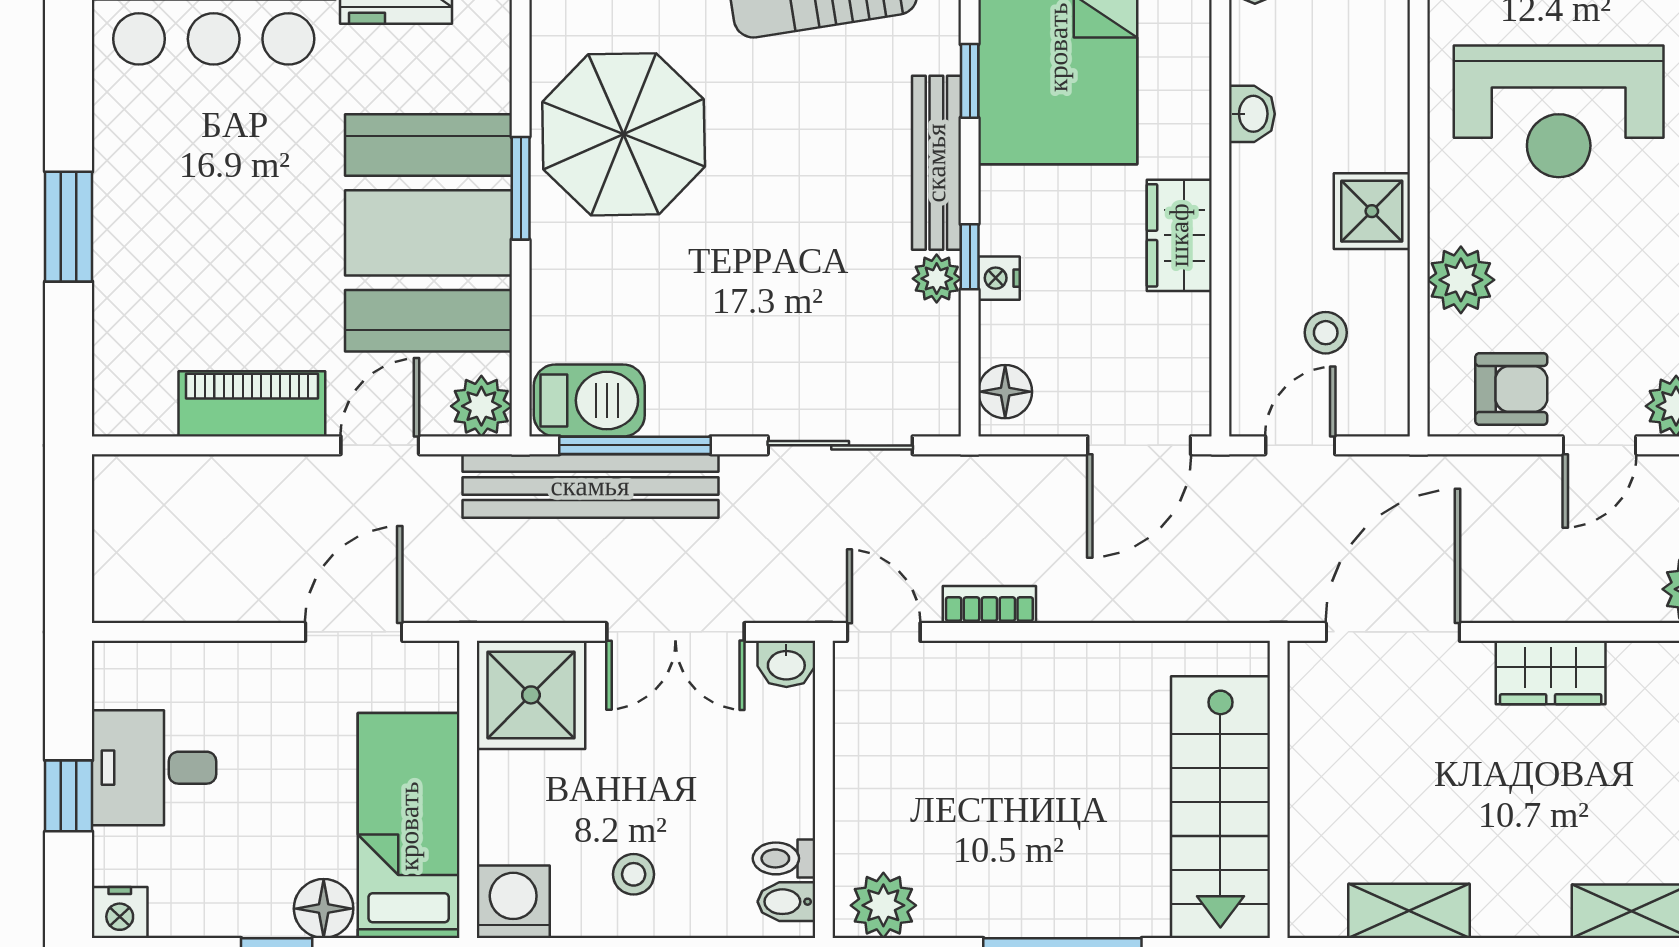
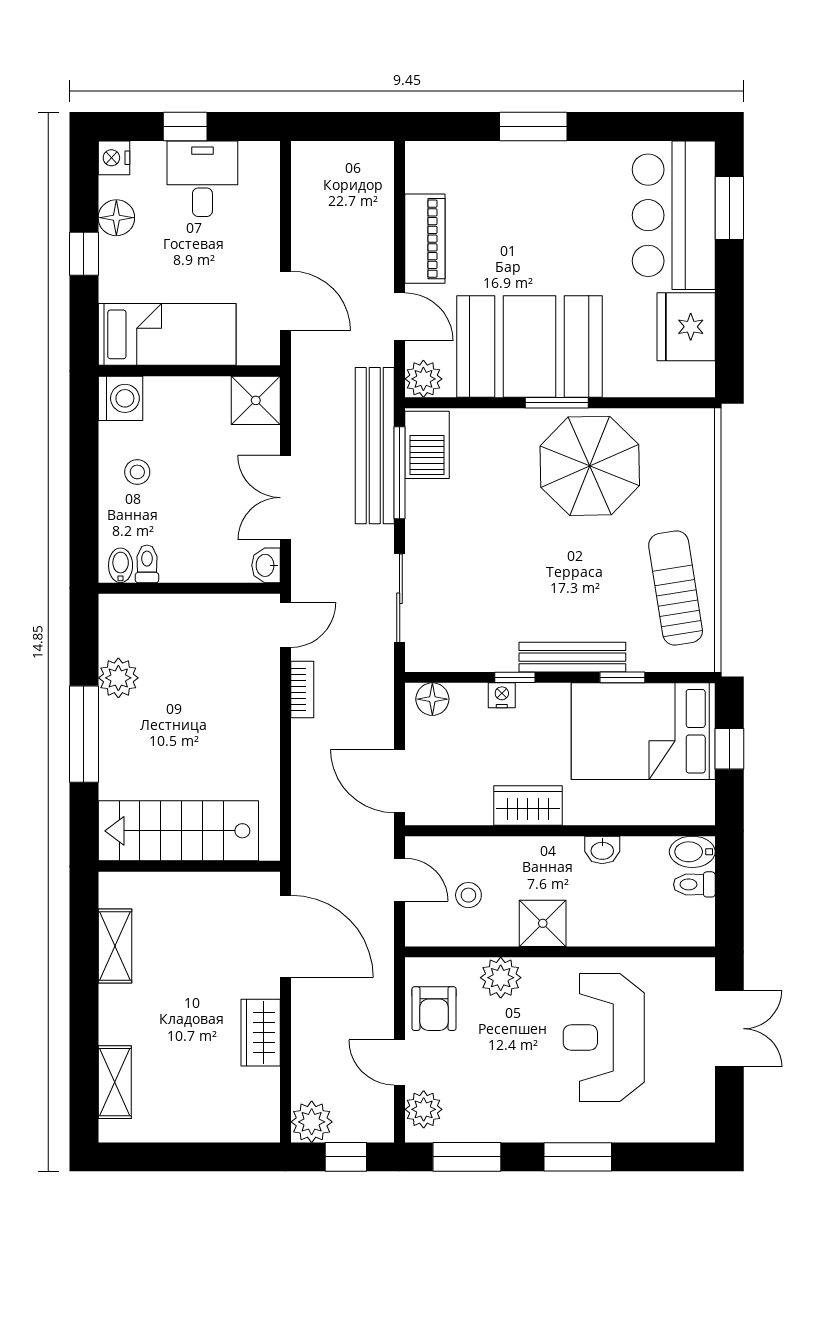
plant: (937, 279) -> (502, 657), removed
shower: (531, 695) -> (256, 400), width x0.73, depth x0.73
plant: (883, 905) -> (118, 678), moved
floor lamp: (324, 909) -> (116, 218), moved

